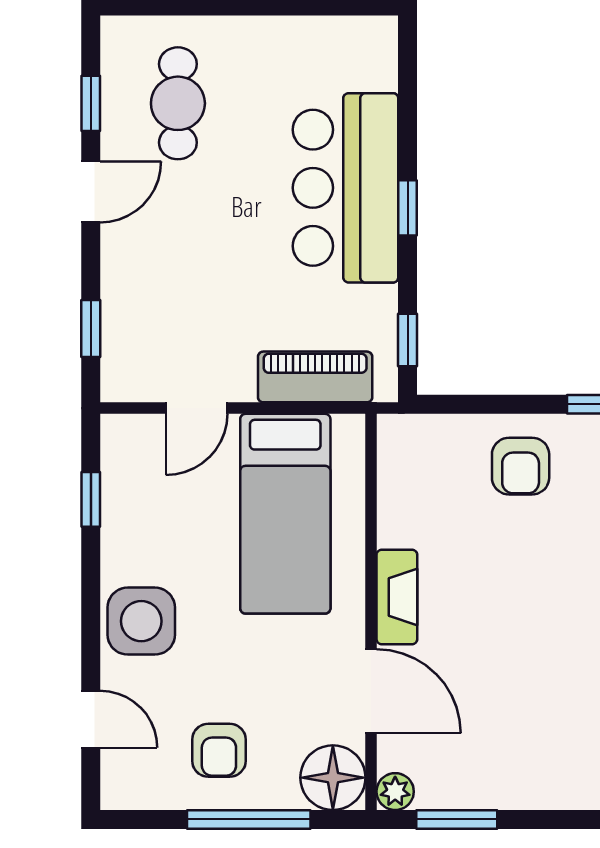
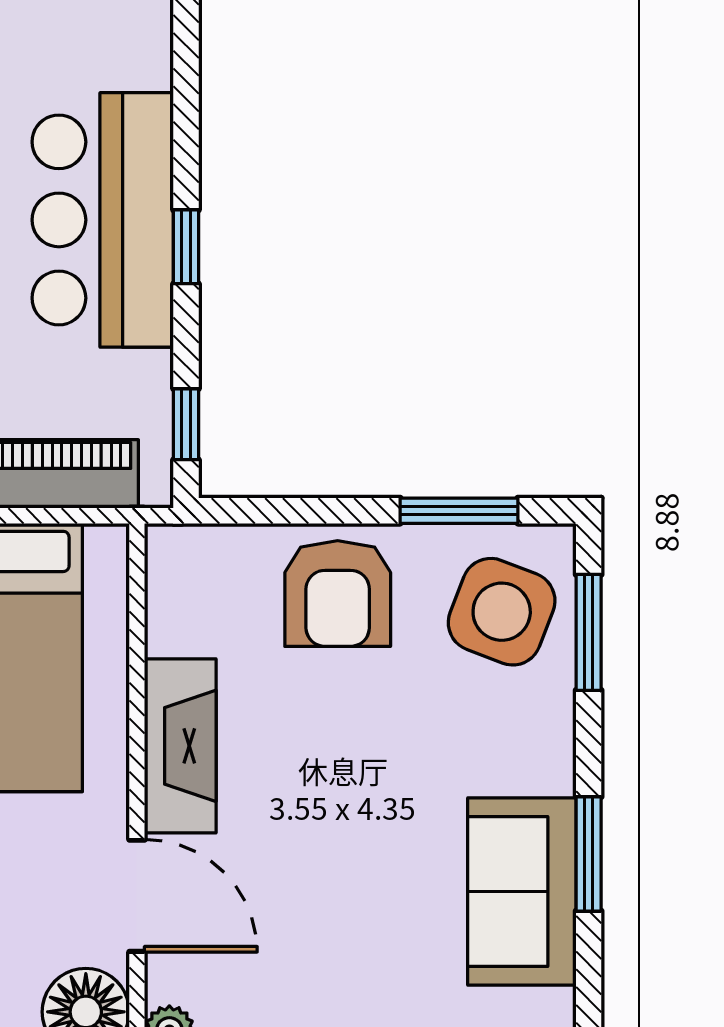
armchair: (521, 466) -> (338, 594), width x1.38, depth x1.38
fireplace: (397, 597) -> (180, 746), width x1.37, depth x1.32

